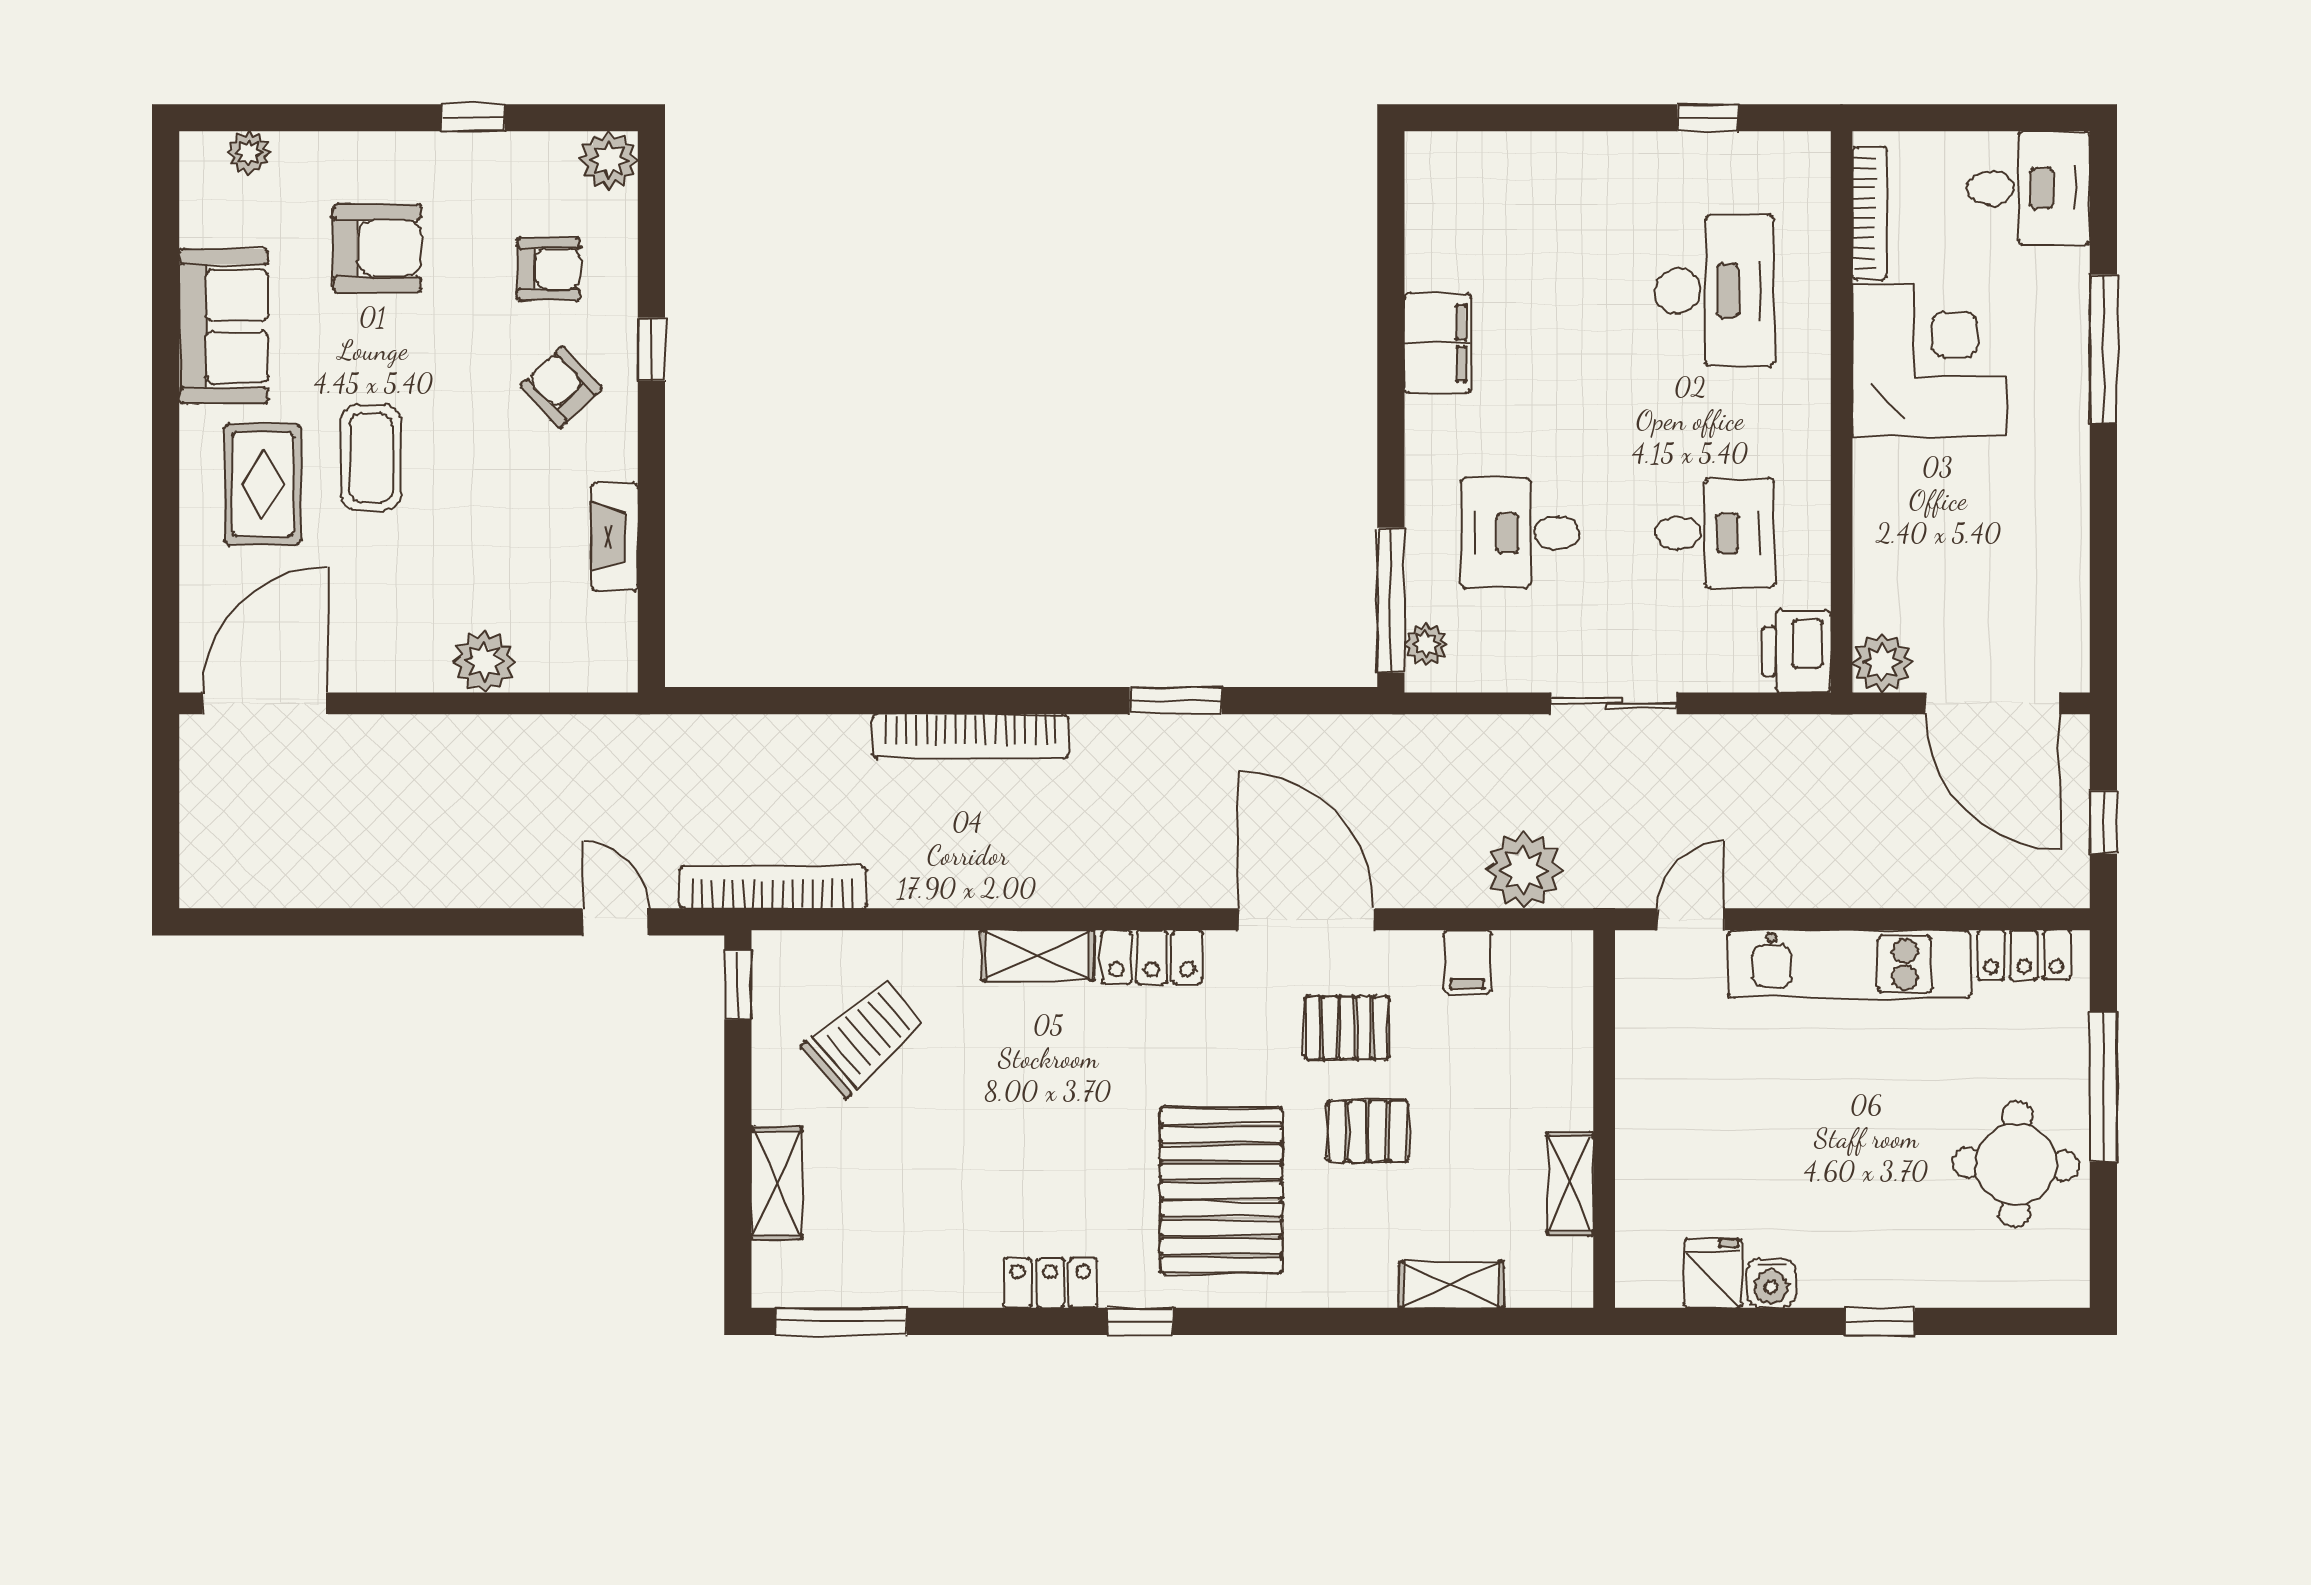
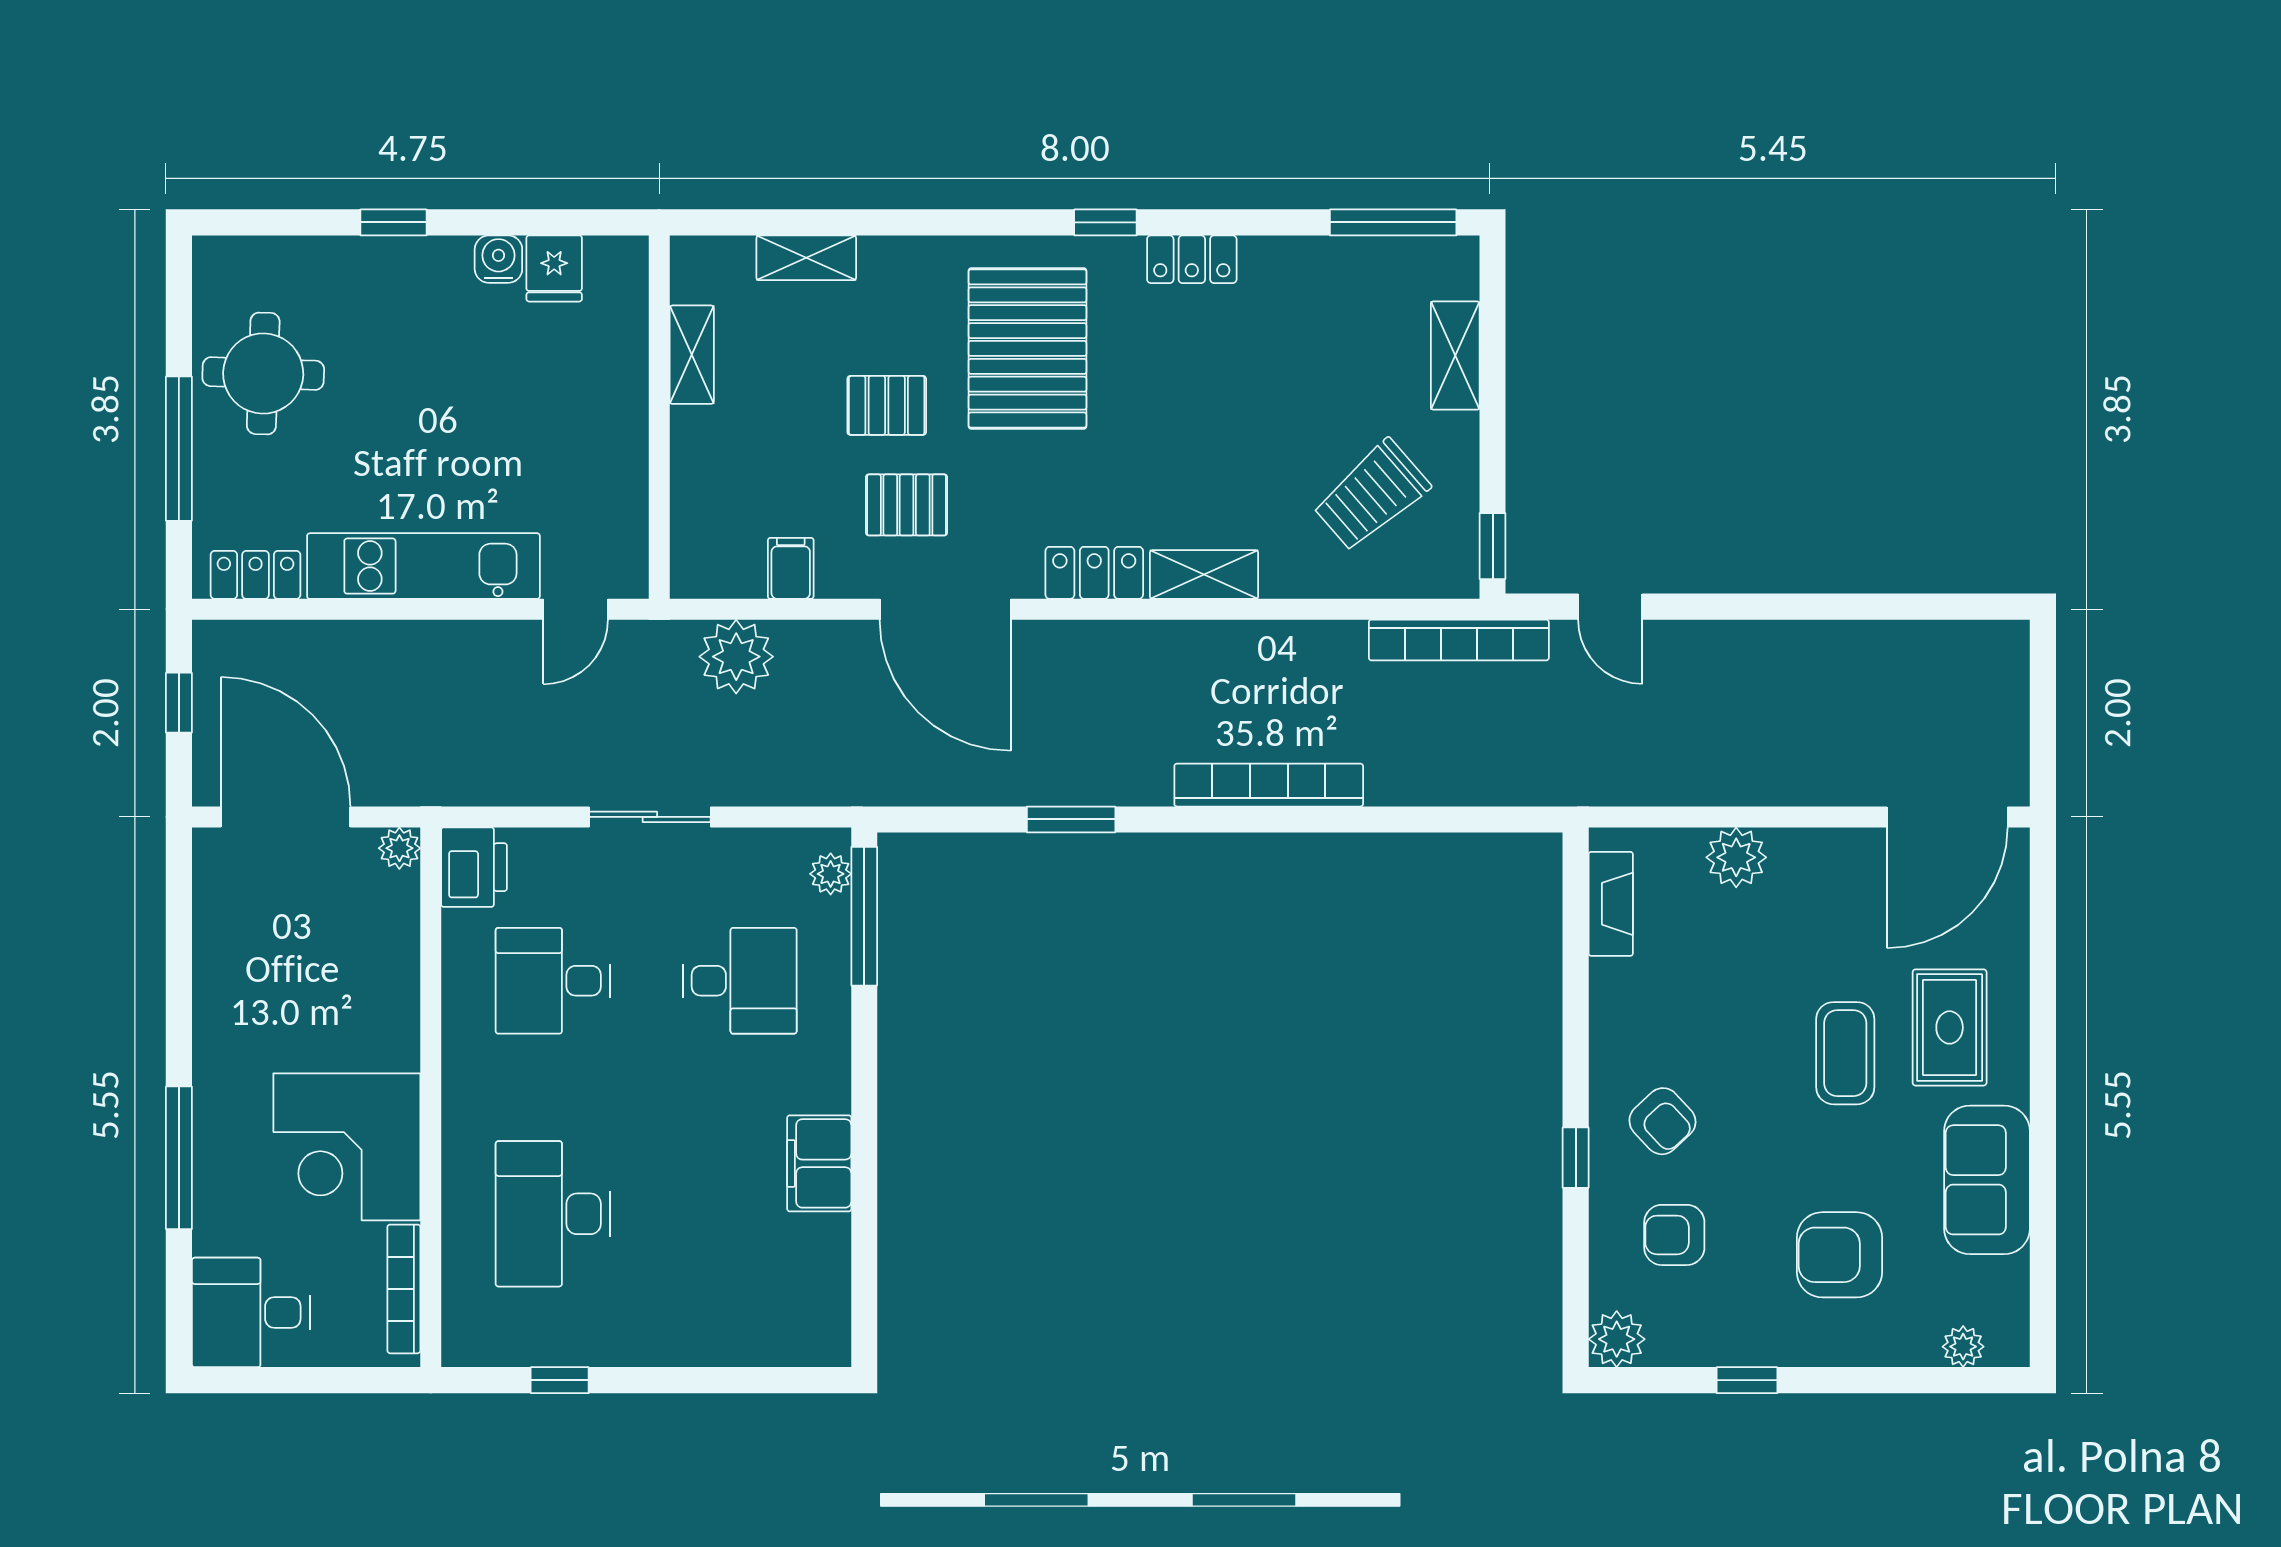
fireplace: (615, 537) -> (1611, 904), moved
plant: (1882, 663) -> (399, 848), width x0.73, depth x0.73

